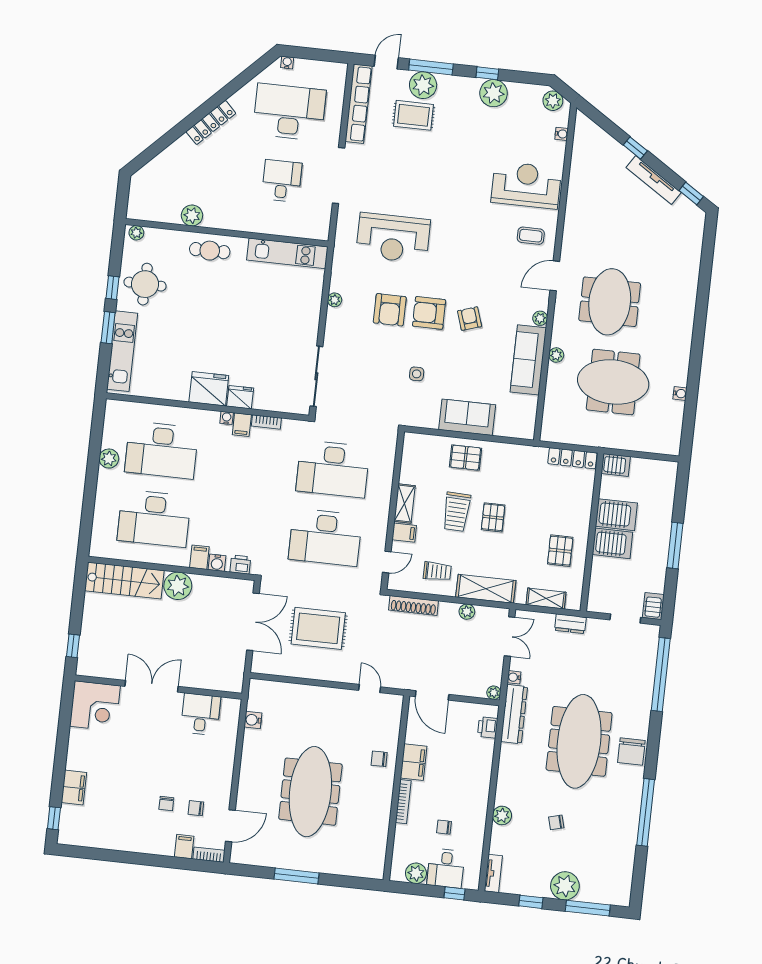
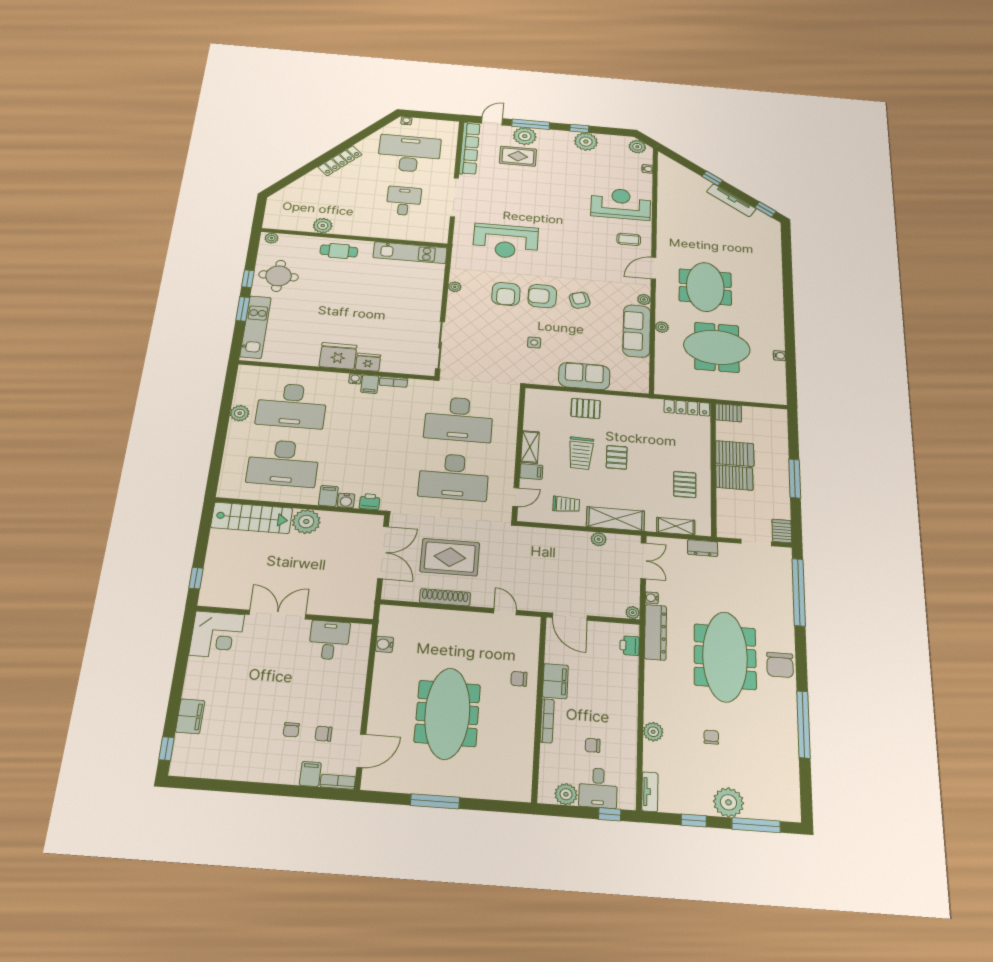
shoe rack: (414, 605) -> (445, 597), moved, turned 180
chair: (556, 822) -> (711, 737), turned 105

